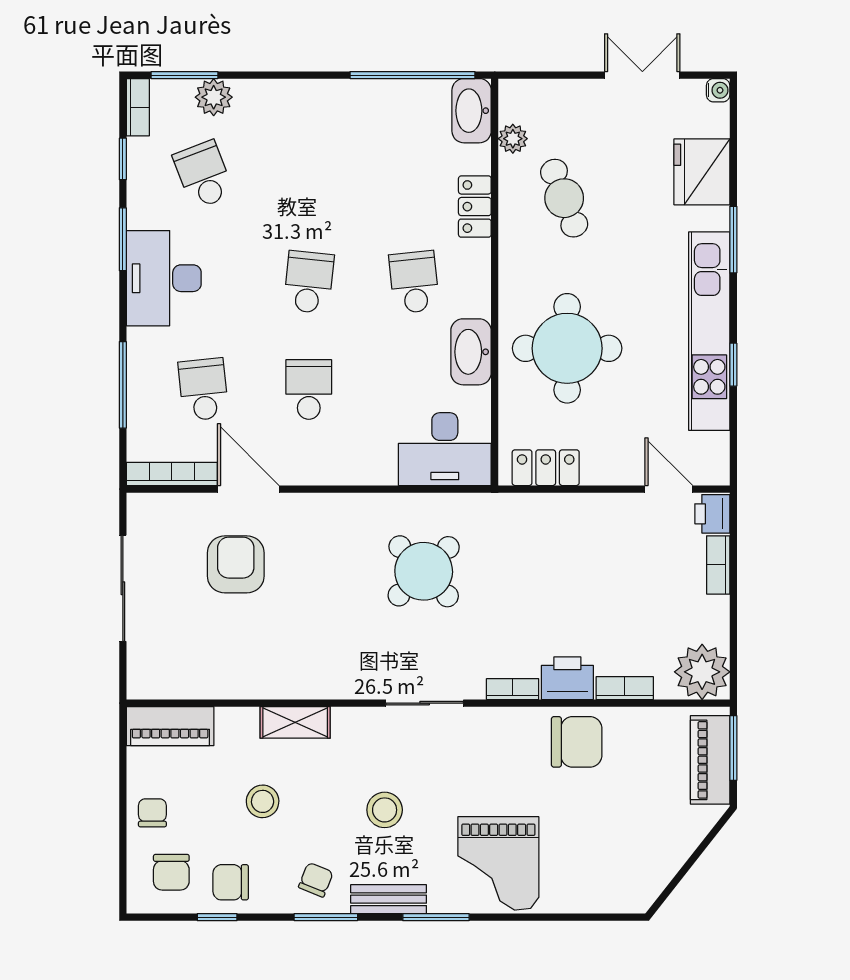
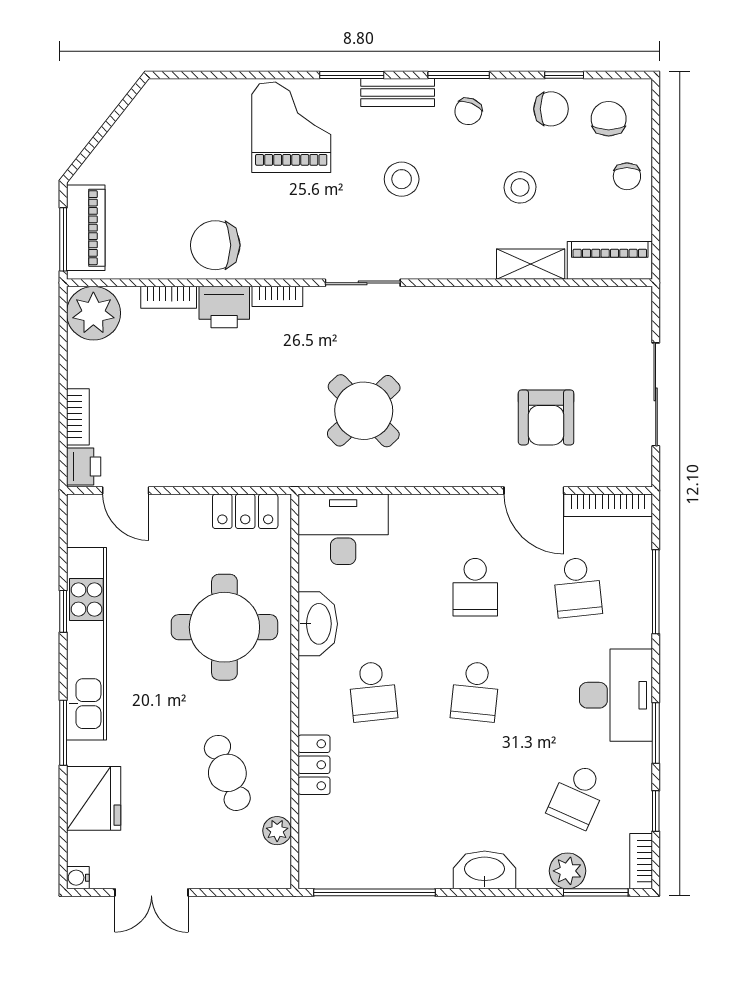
washbasin: (472, 111) -> (485, 870), moved, turned -90
school desk: (203, 175) -> (577, 796), turned 45
shelving: (295, 722) -> (531, 264), moved

